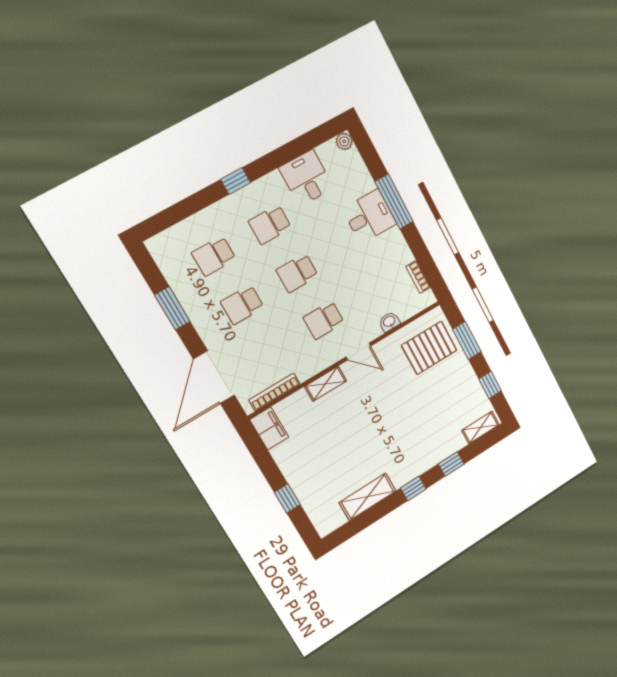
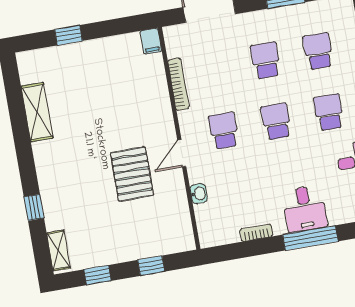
bookcase: (418, 277) -> (256, 233), moved
window: (467, 340) -> (151, 266), width x0.67
pallet: (429, 348) -> (132, 174), moved
shelving: (326, 384) -> (163, 111), removed
bookcase: (274, 392) -> (178, 84), moved
filing cabinet: (269, 428) -> (151, 41), width x0.50
window: (413, 488) -> (26, 160), removed

